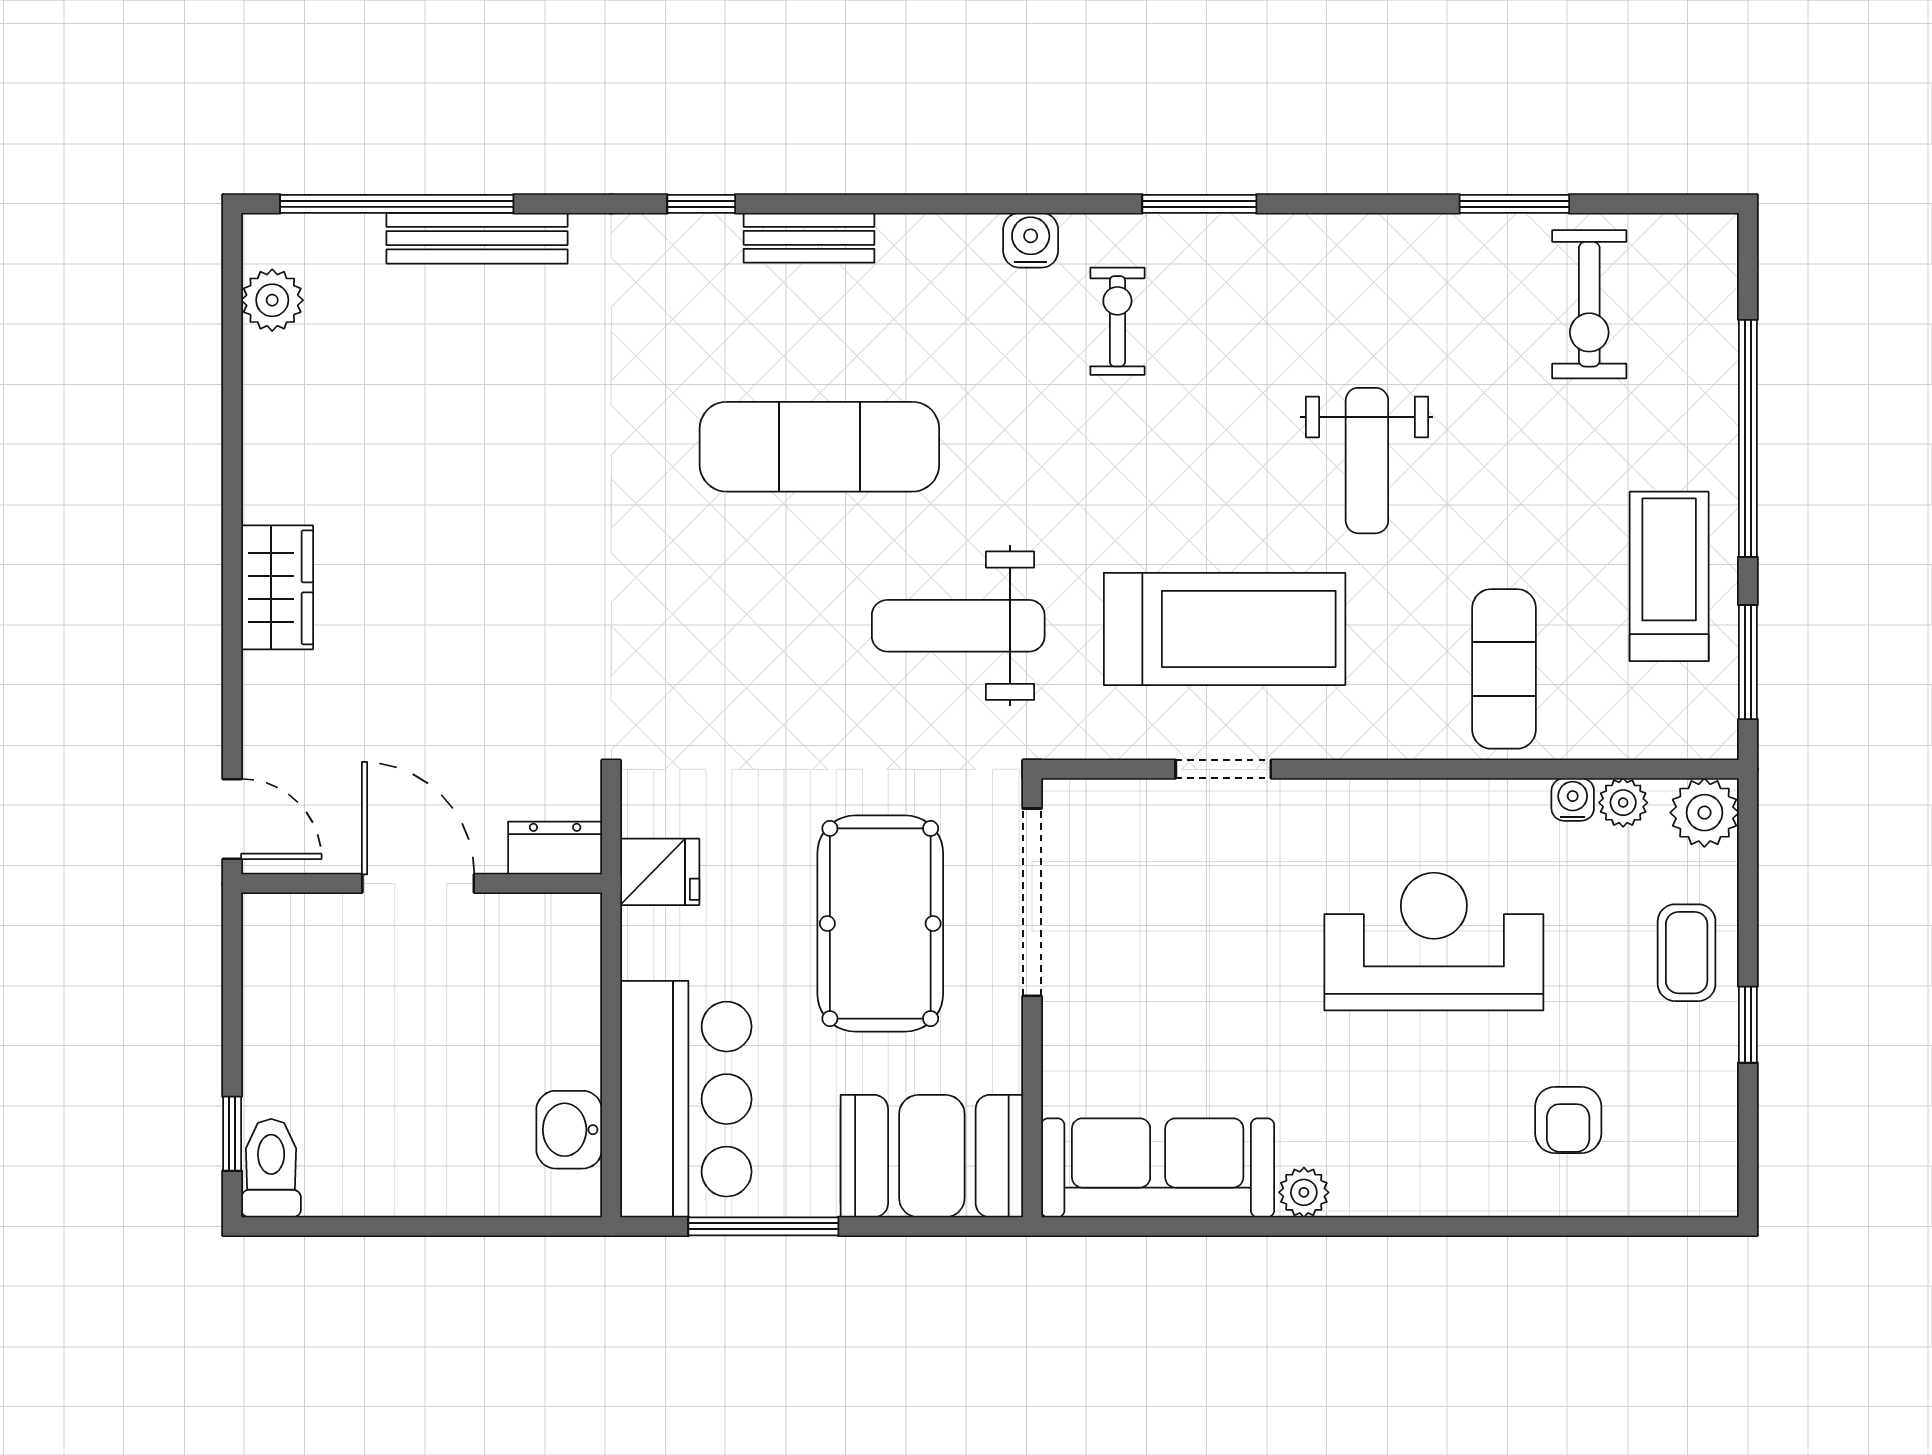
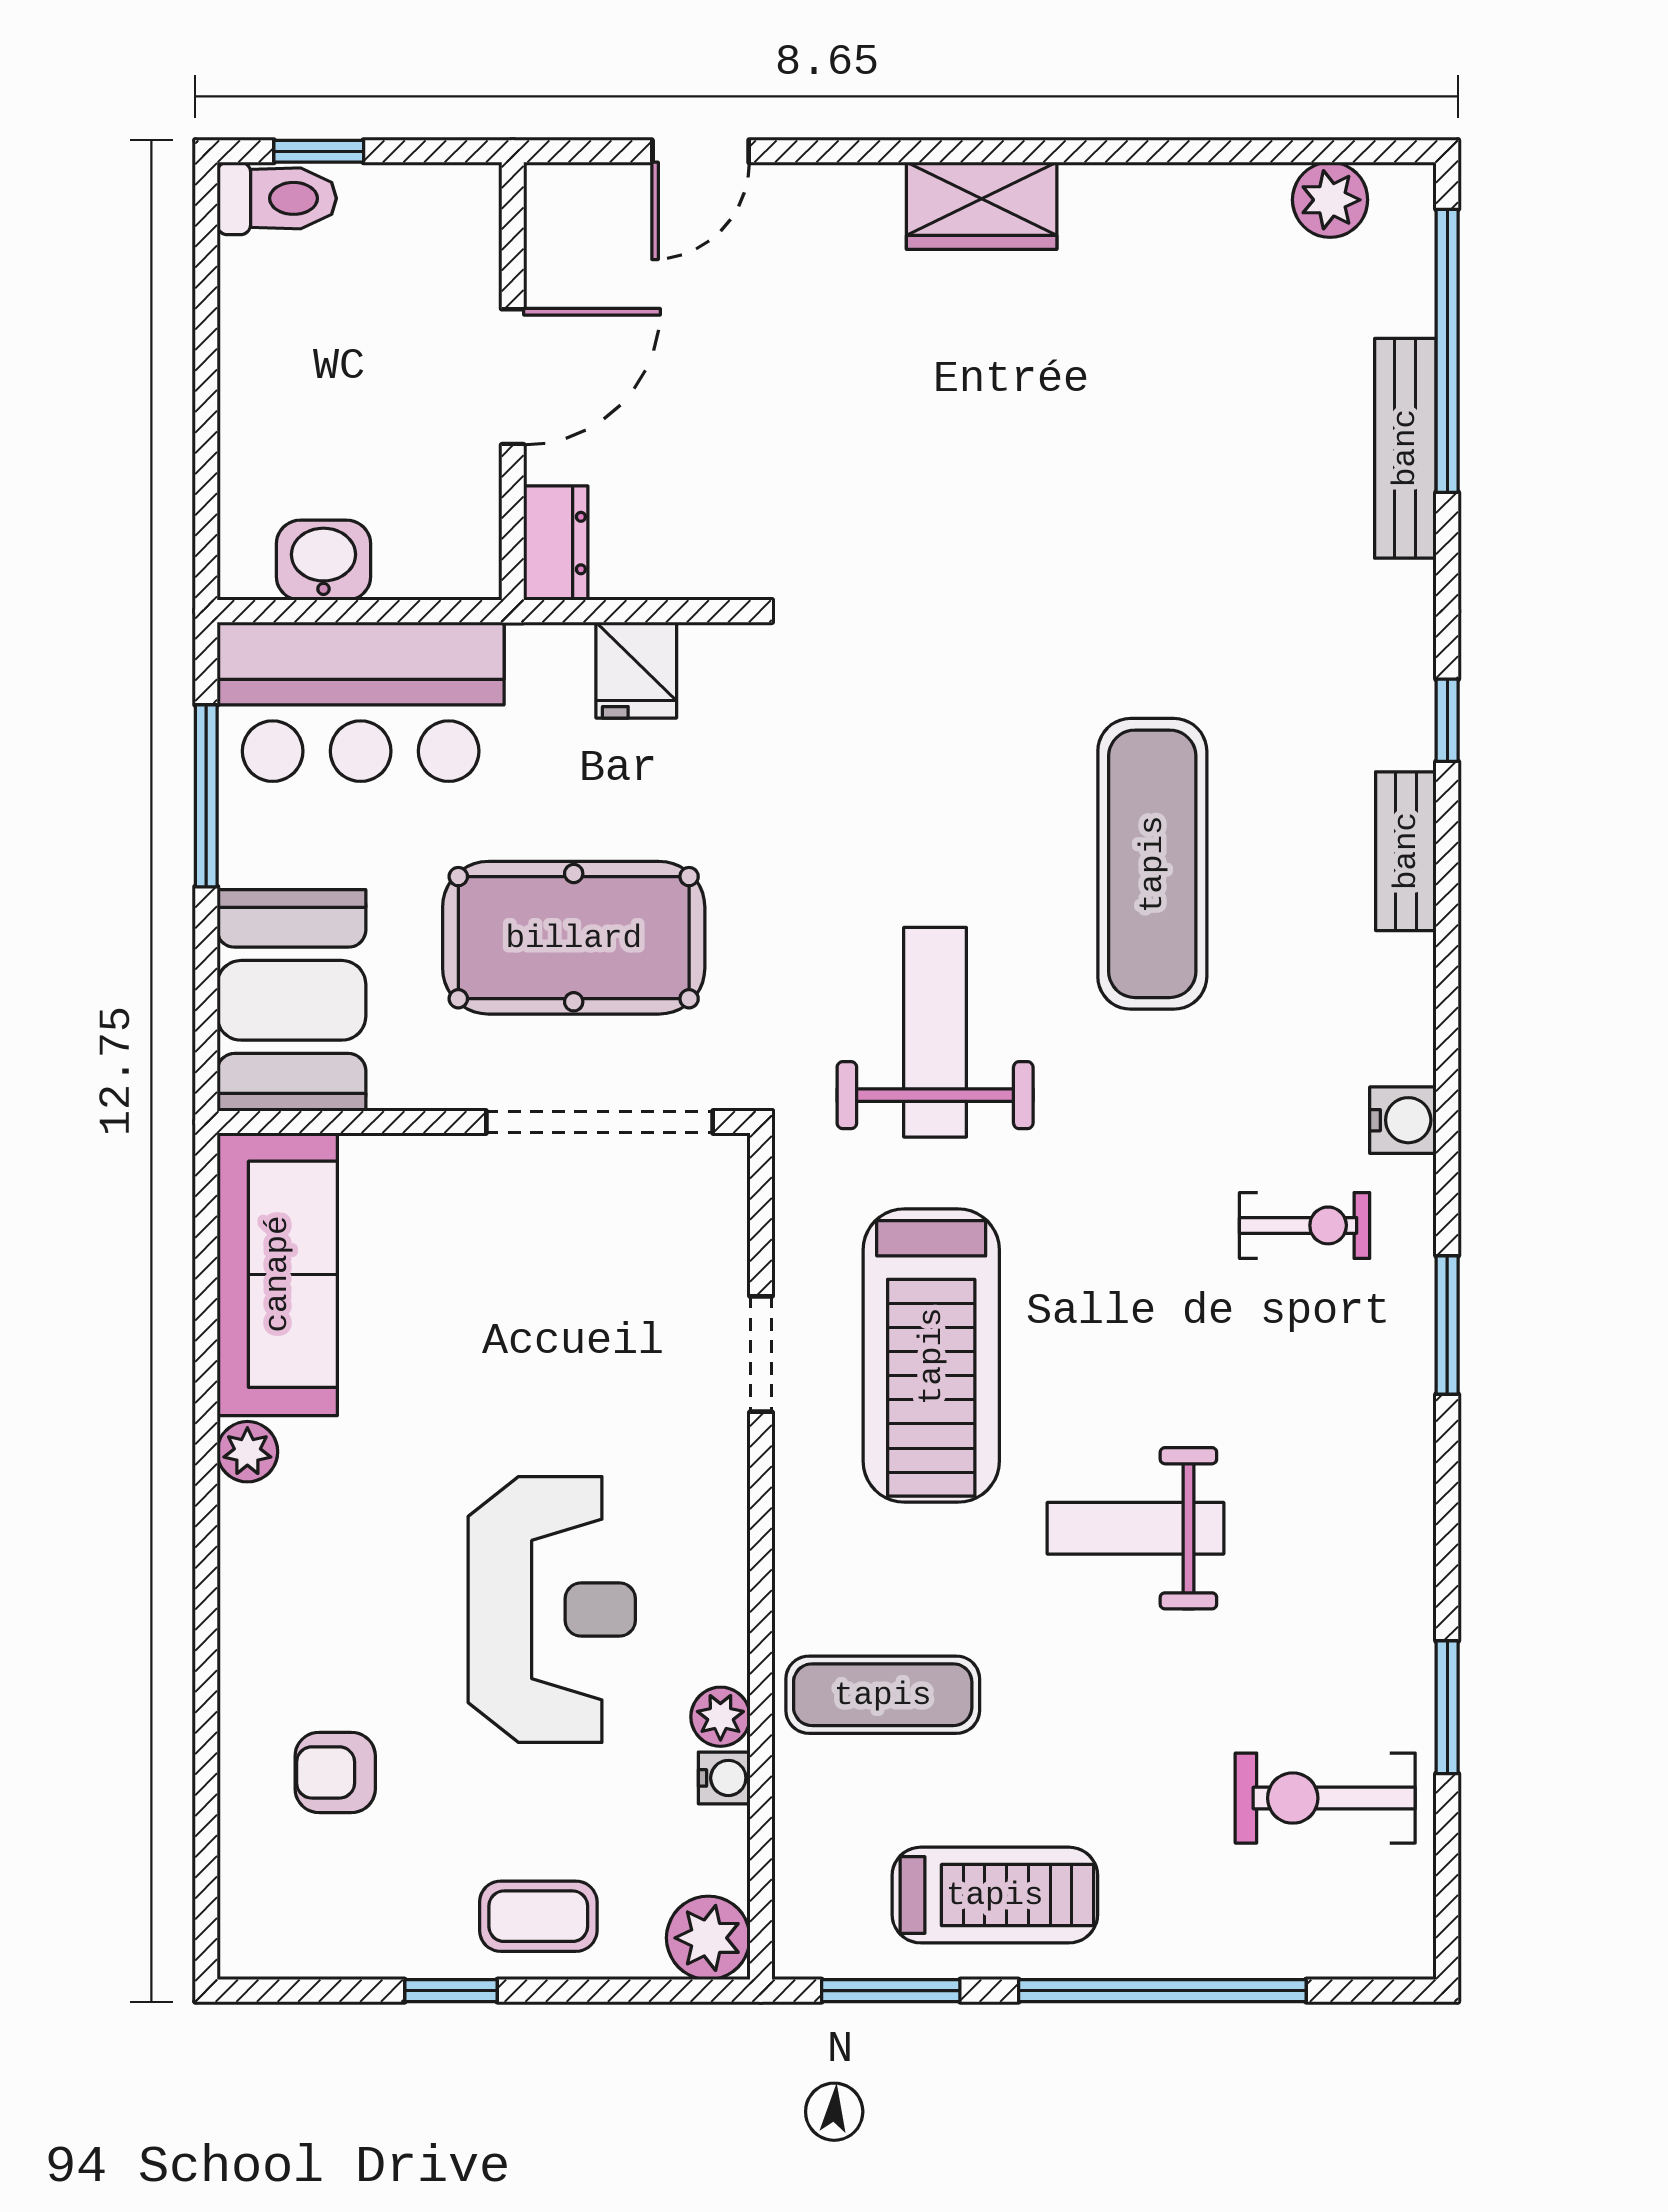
plant: (1623, 803) -> (720, 1717), moved
dresser: (555, 848) -> (556, 543), moved
door: (418, 883) -> (513, 377), moved
wall: (422, 883) -> (513, 381), moved

